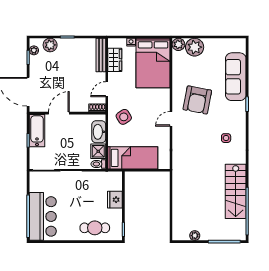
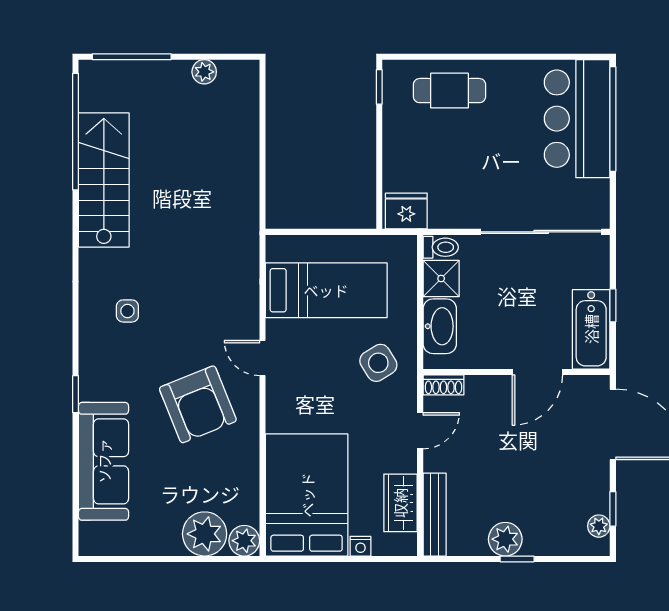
plant: (50, 45) -> (505, 539), moved
armchair: (197, 100) -> (198, 404), turned 147
door: (171, 119) -> (262, 358), swing flipped
bed: (133, 158) -> (326, 290), moved, turned 180
fridge: (115, 200) -> (406, 211), moved, turned -90

